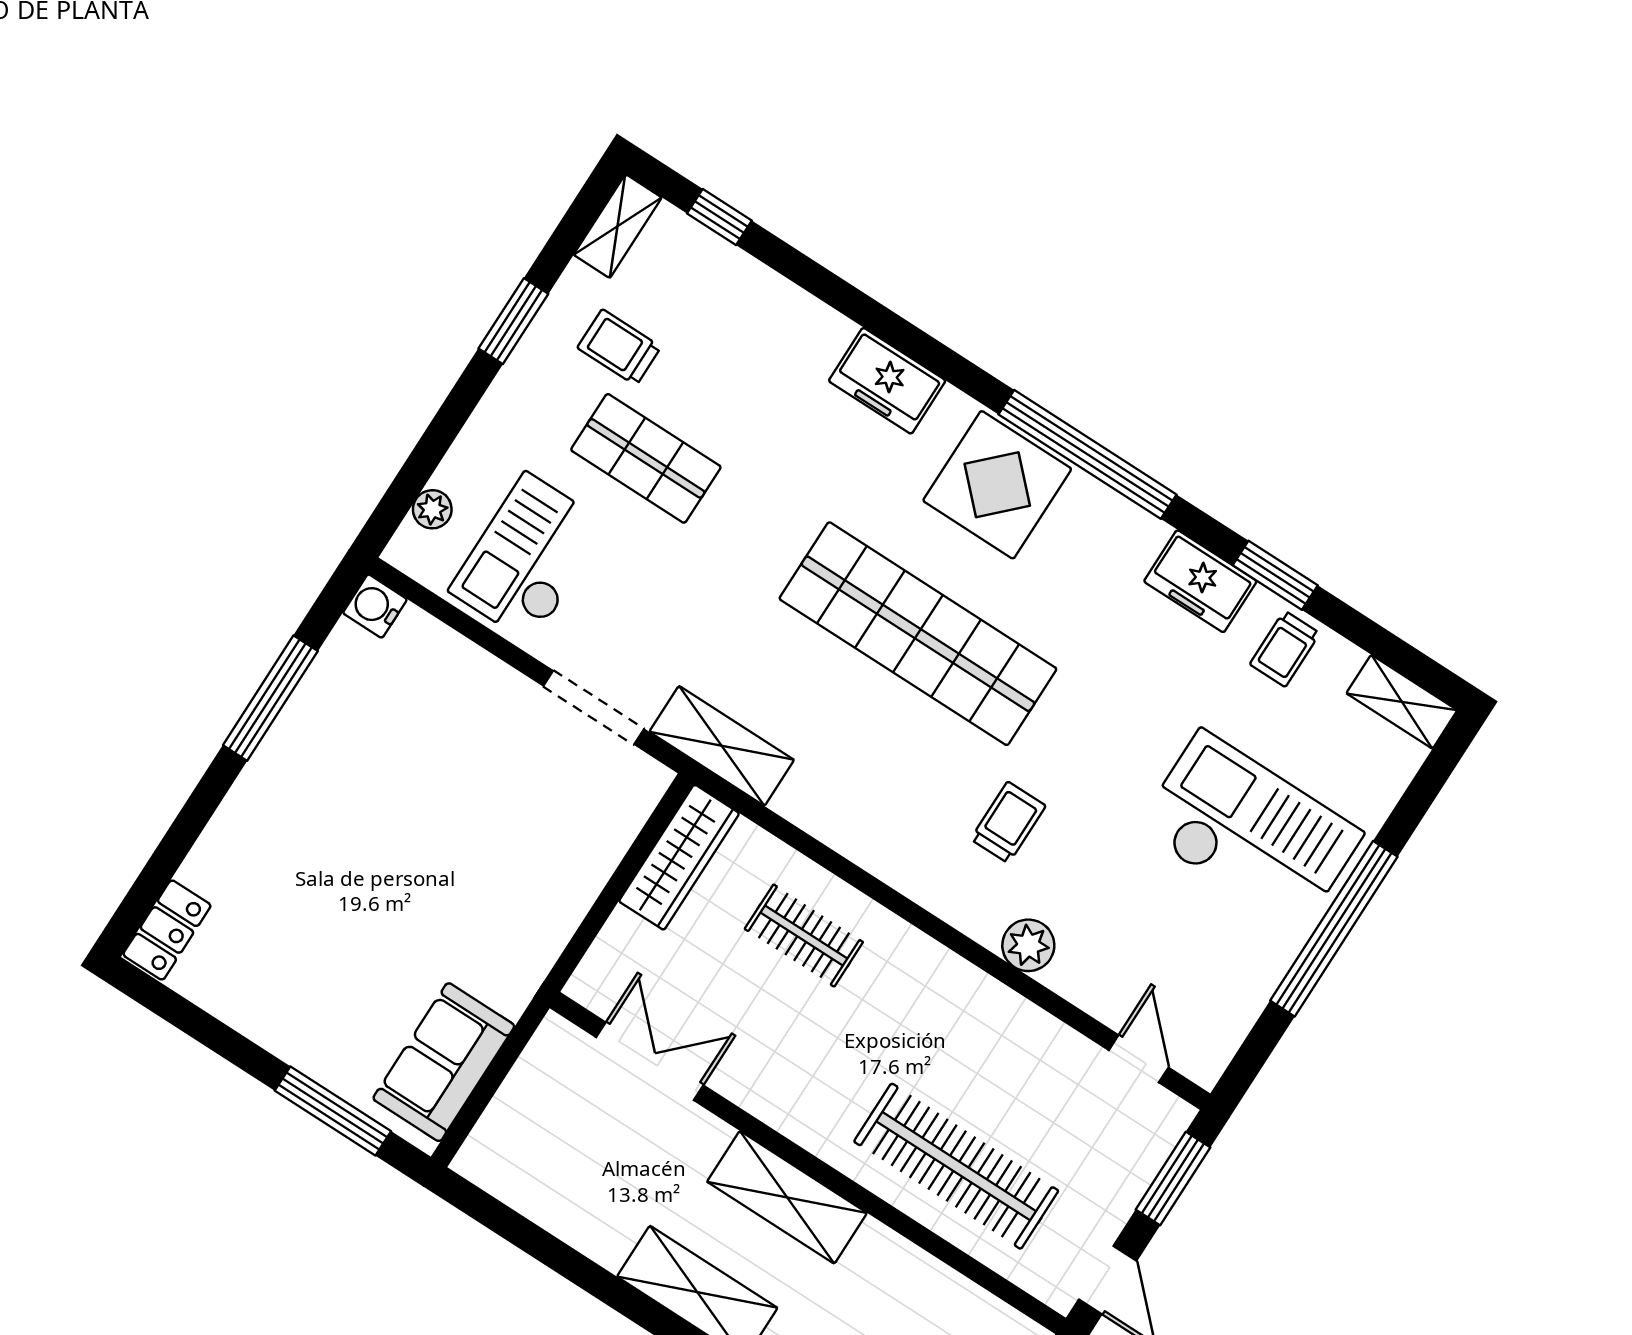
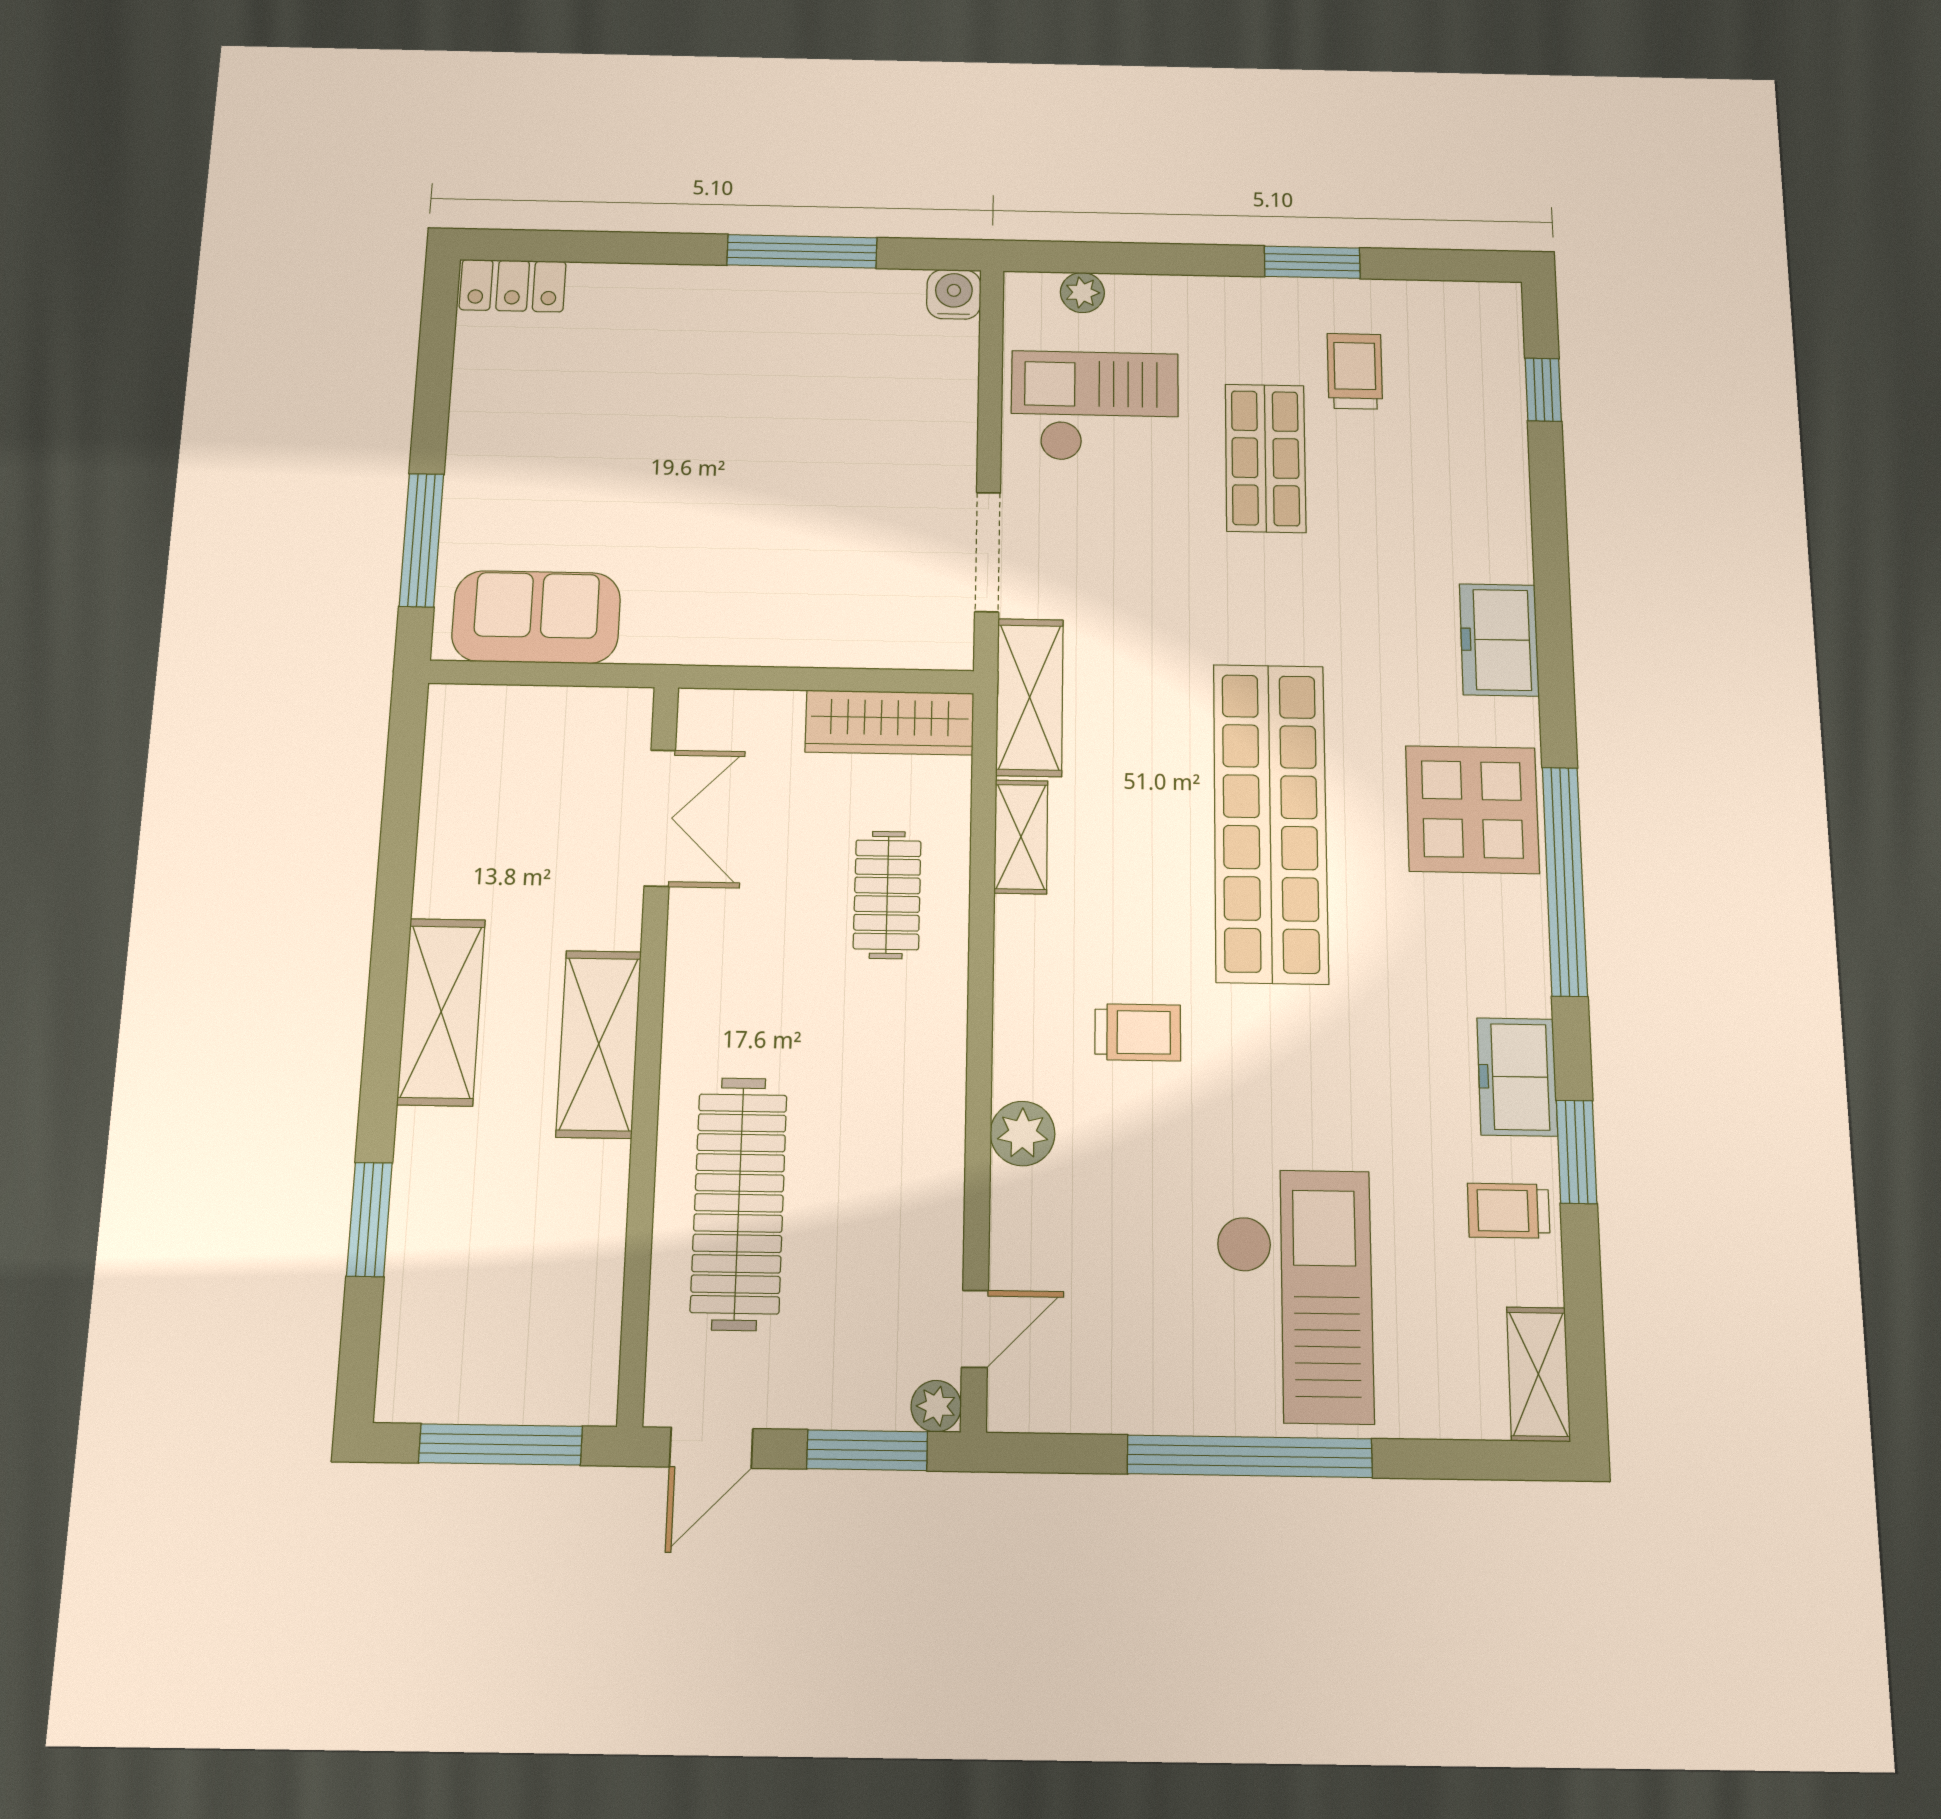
shelving: (618, 226) -> (1021, 837), moved, turned 90
plant: (1173, 1116) -> (936, 1406), added

